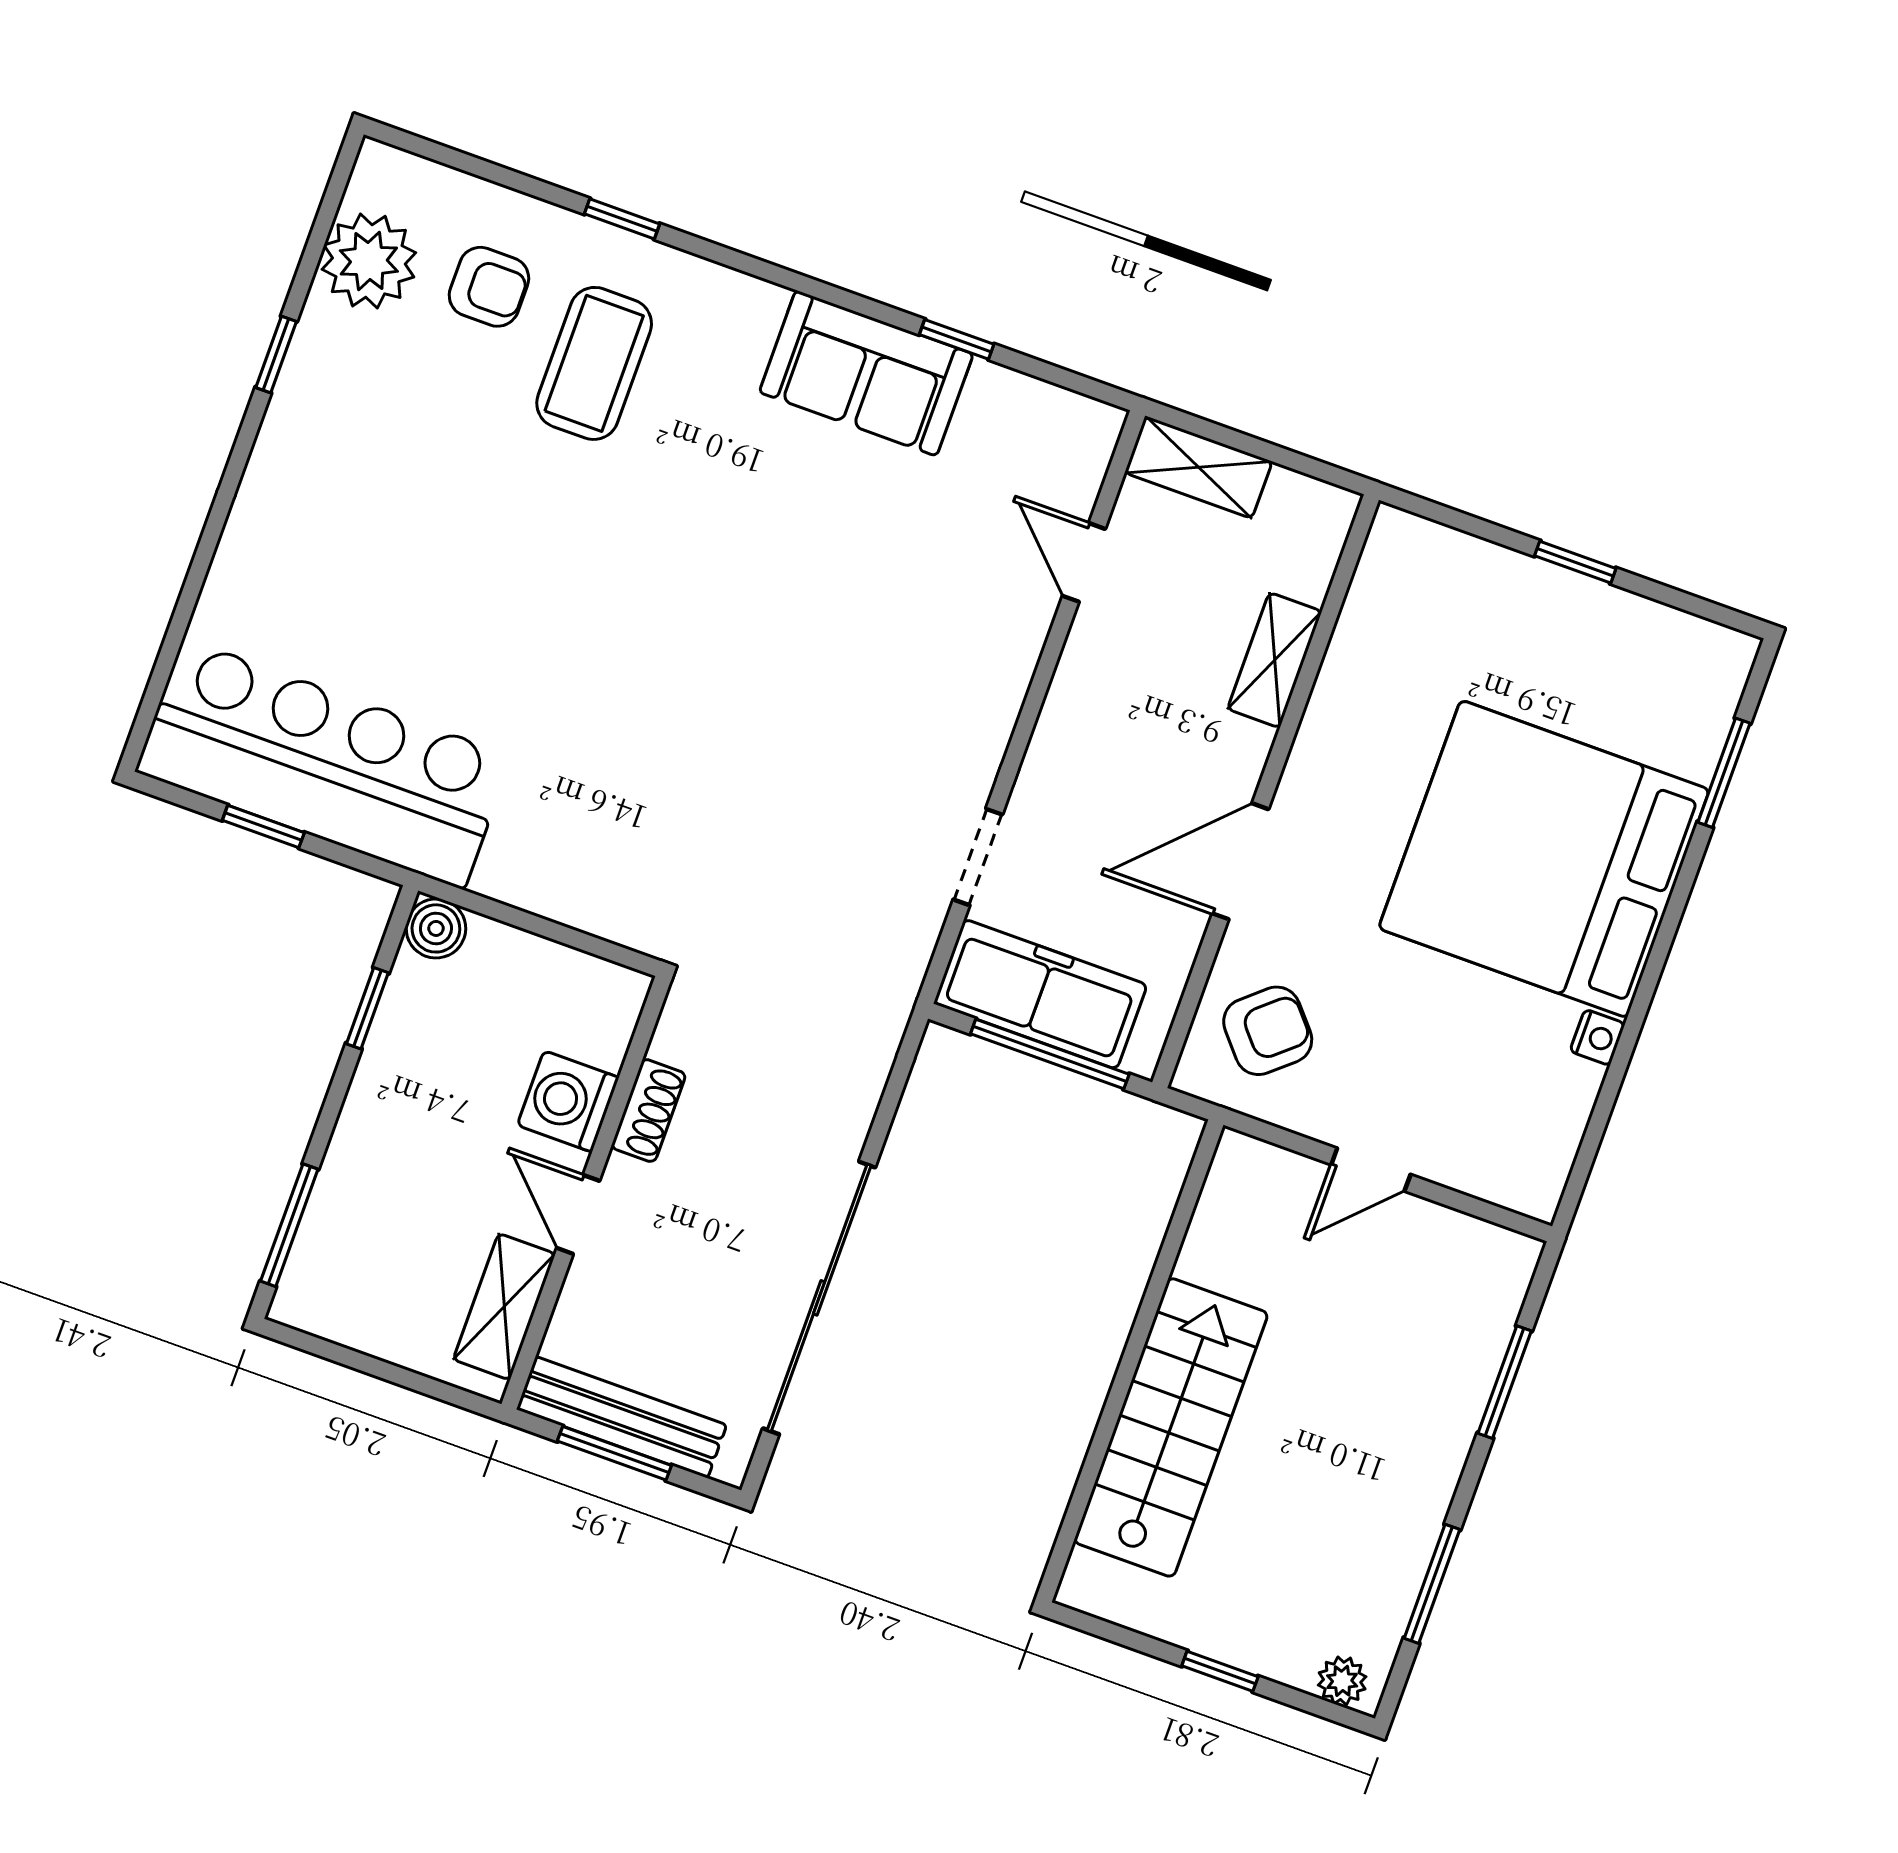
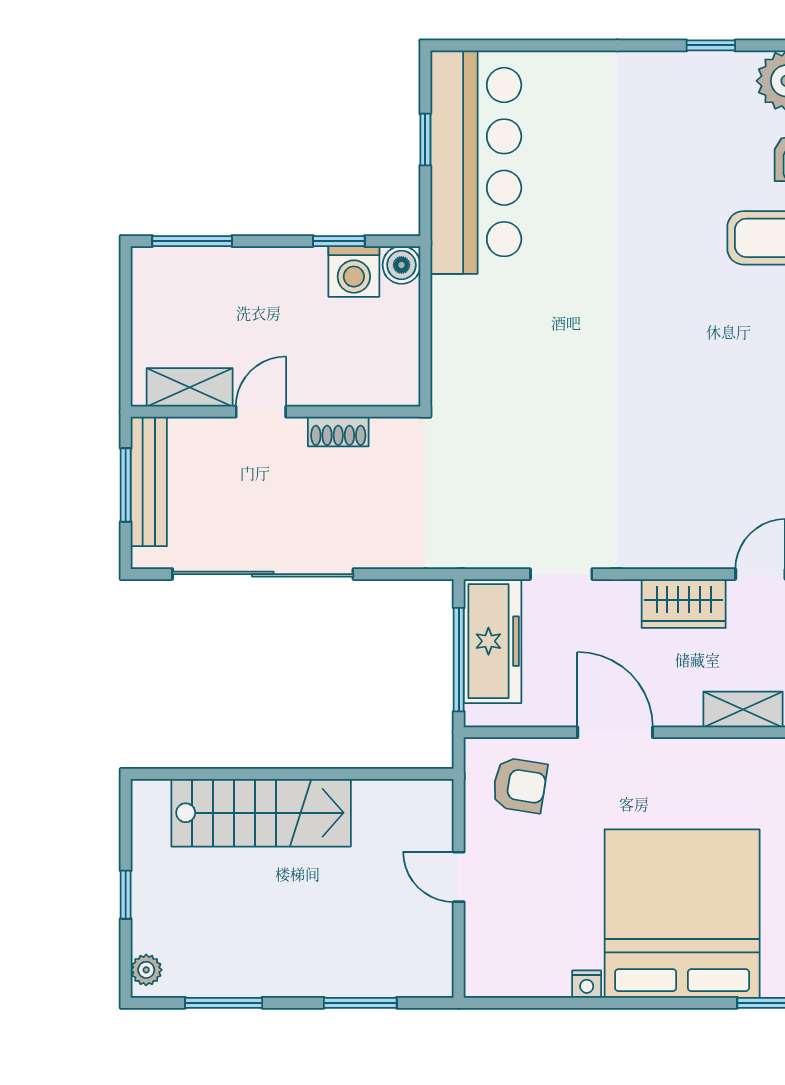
wardrobe: (1086, 692) -> (684, 603), added
armchair: (1268, 1031) -> (520, 785), turned -40
washing machine: (568, 1101) -> (354, 271), moved, turned 180

